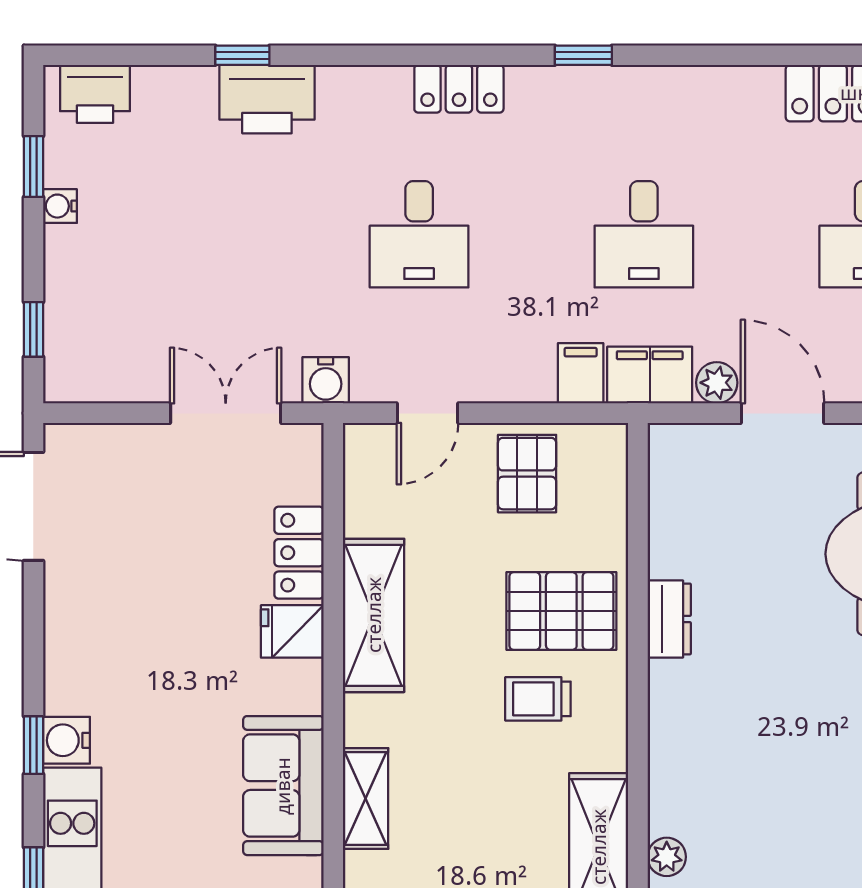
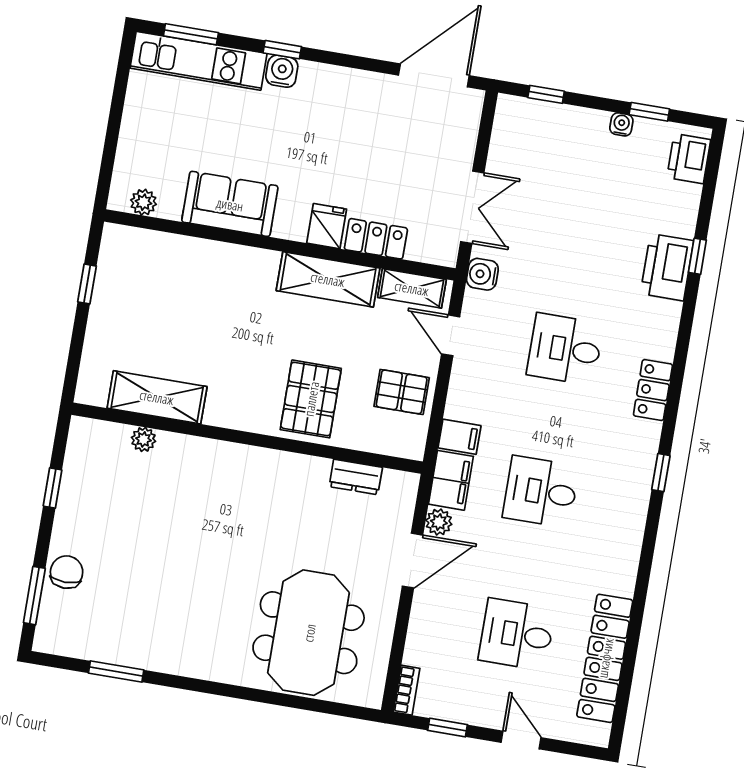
dresser: (669, 619) -> (356, 477), moved
trolley: (538, 699) -> (258, 375), removed
shelving: (366, 799) -> (412, 288), moved

